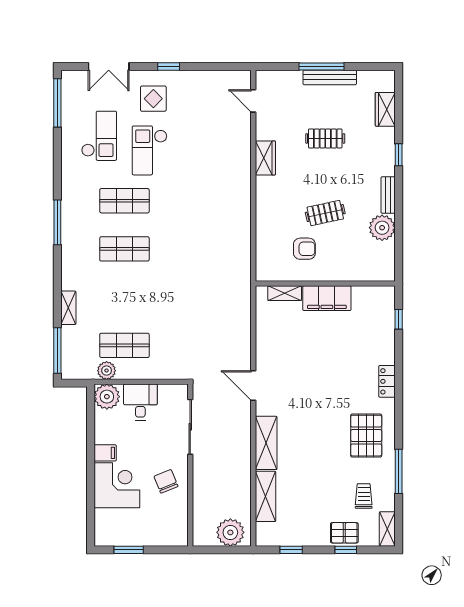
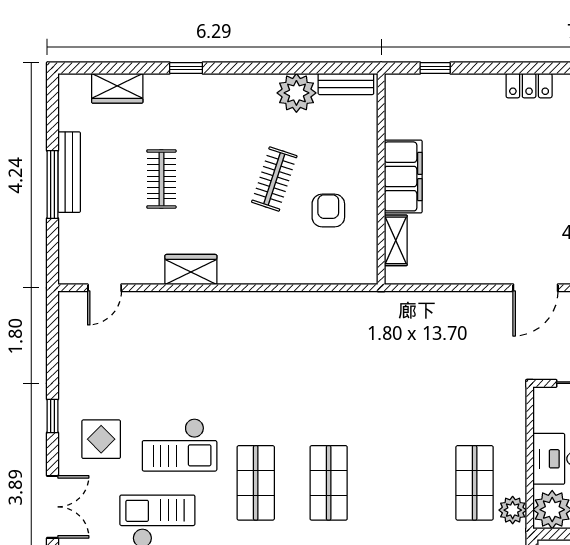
bench: (388, 195) -> (346, 84), moved
clothes rail: (325, 213) -> (274, 179), turned 30

